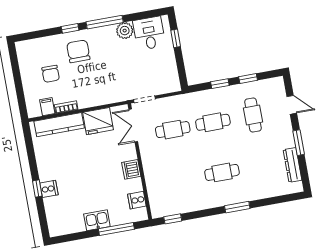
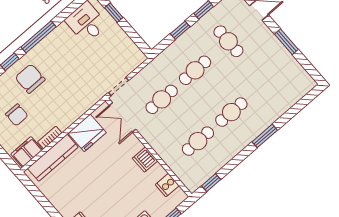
plant: (125, 31) -> (62, 34), removed
filing cabinet: (47, 107) -> (27, 152), width x2.00
dresser: (292, 165) -> (293, 66), removed
cafe table: (182, 180) -> (198, 141), added

